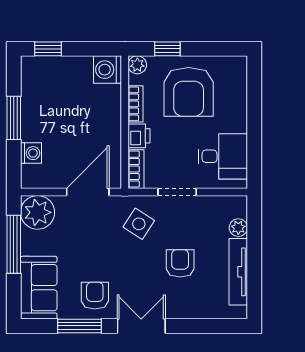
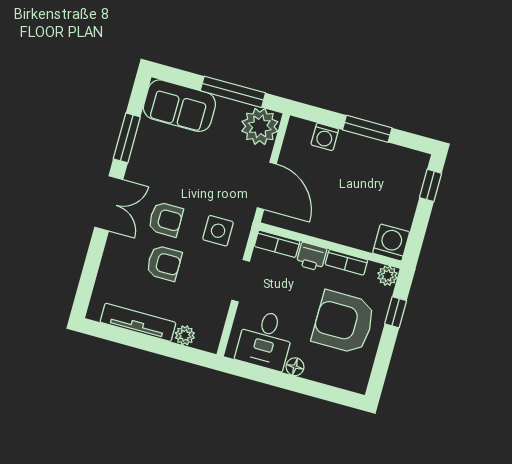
floor lamp: (239, 124) -> (295, 367), added
side table: (139, 224) -> (218, 231), turned -33
armchair: (95, 296) -> (166, 219), moved

